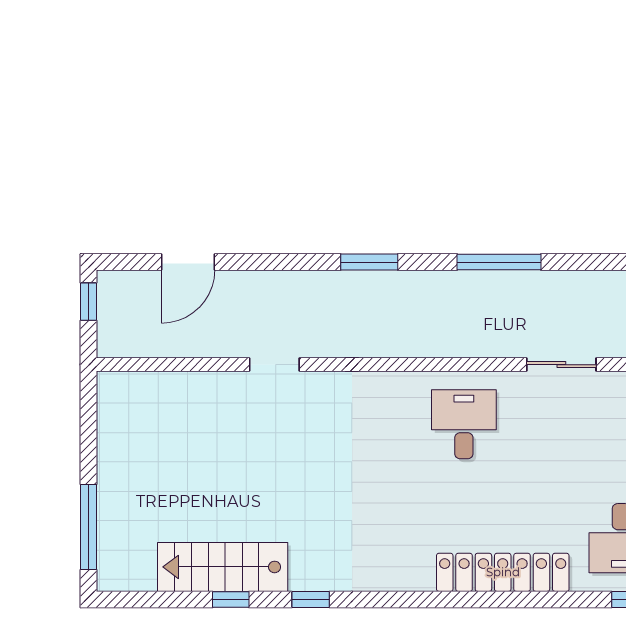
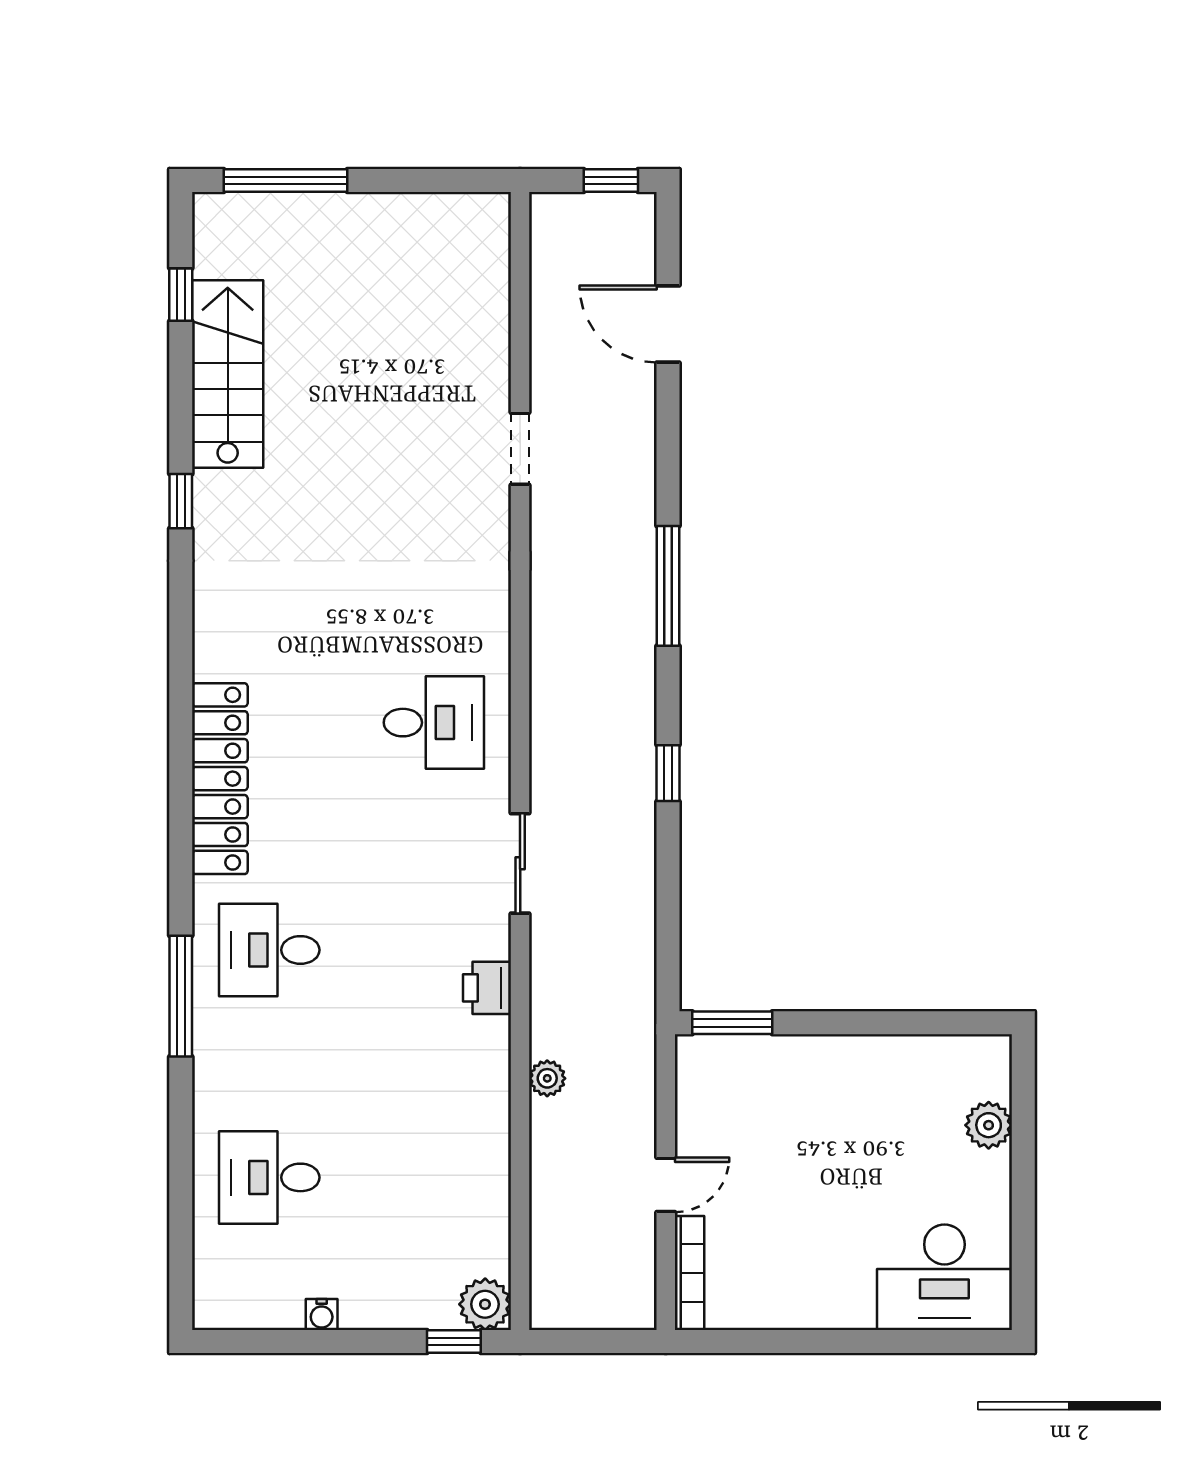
window: (369, 262) -> (668, 586), width x1.44
window: (499, 262) -> (668, 773), width x0.46
window: (231, 599) -> (181, 295), moved

